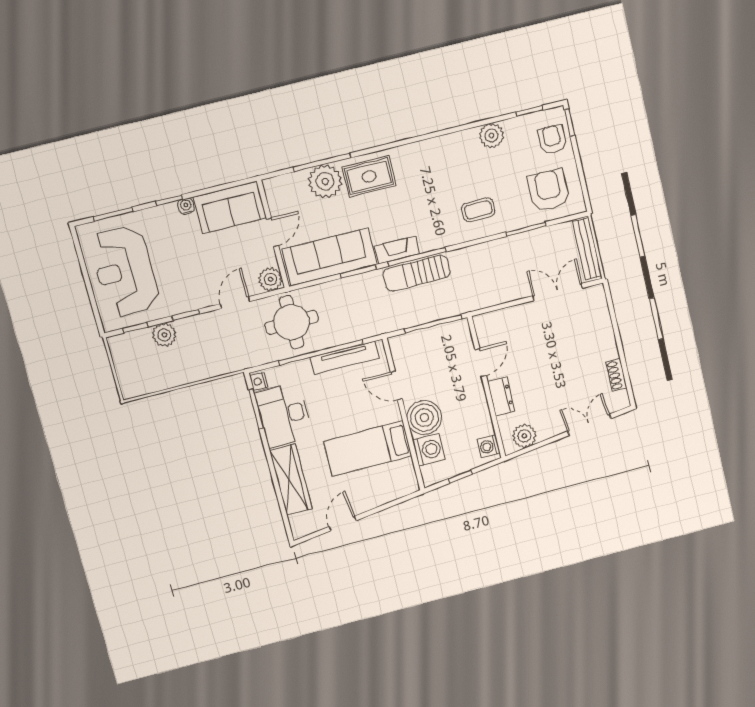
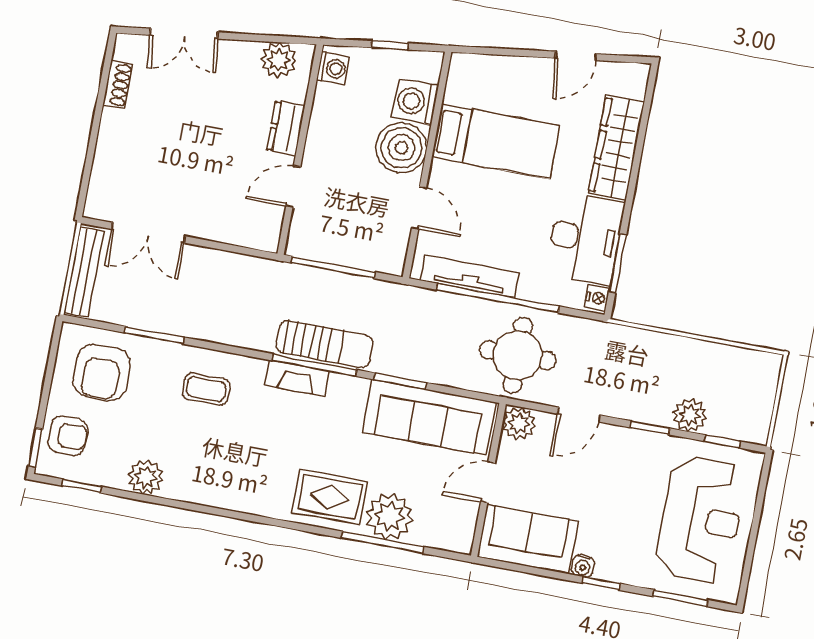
armchair: (552, 140) -> (68, 436), turned -90
fireplace: (397, 250) -> (297, 378), moved

